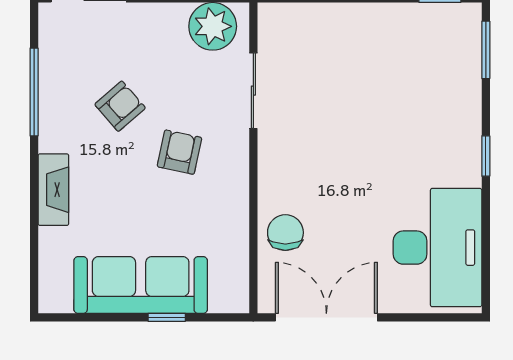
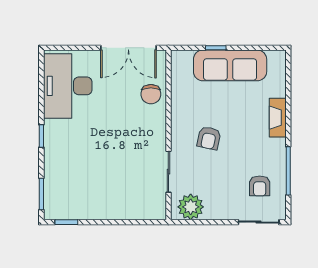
armchair: (120, 106) -> (260, 186), moved, turned -49

